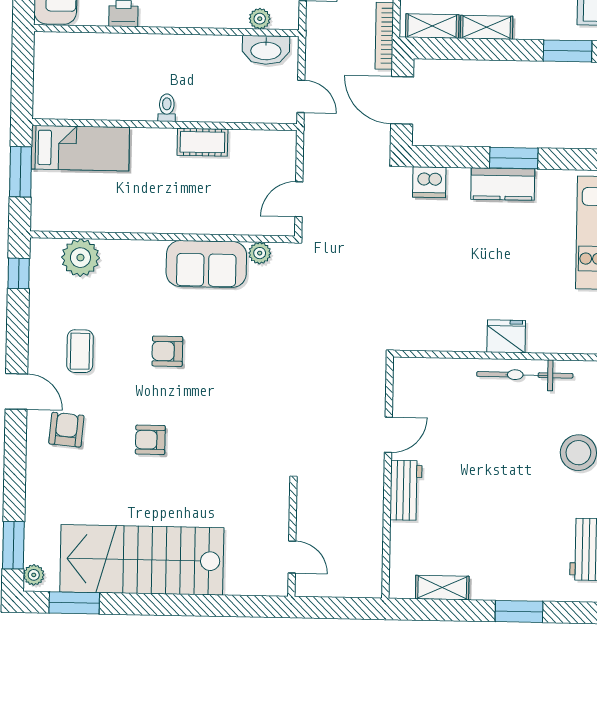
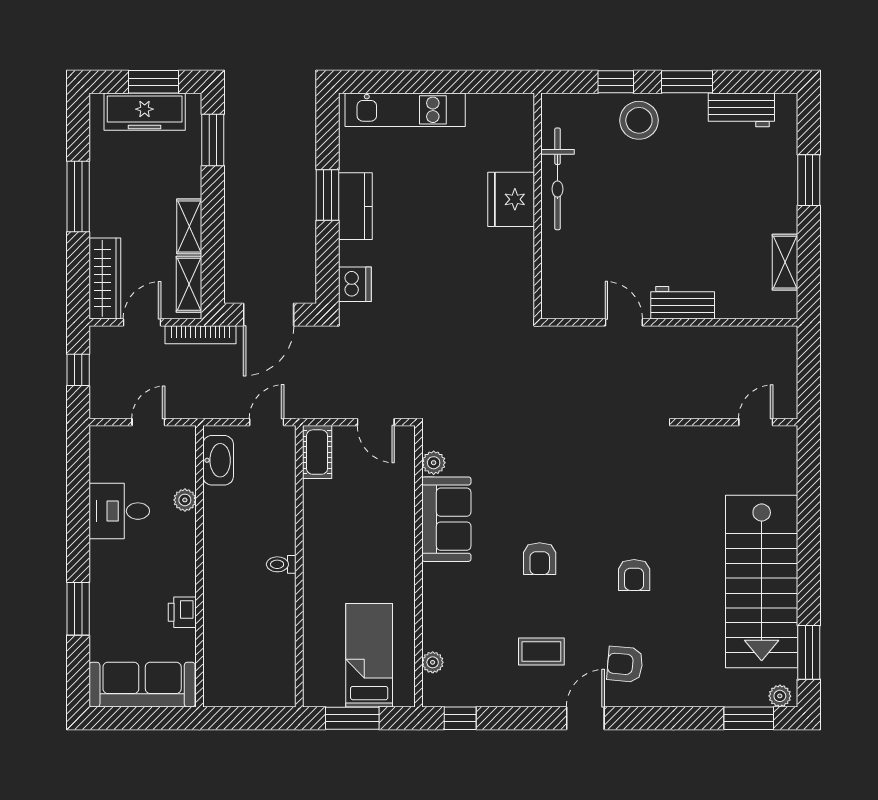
plant: (260, 19) -> (185, 500), moved
cot: (202, 142) -> (317, 452), moved
bed: (80, 148) -> (369, 655), moved
plant: (80, 258) -> (433, 662), width x0.53, depth x0.53
fridge: (506, 336) -> (511, 199), width x1.36, depth x1.34

